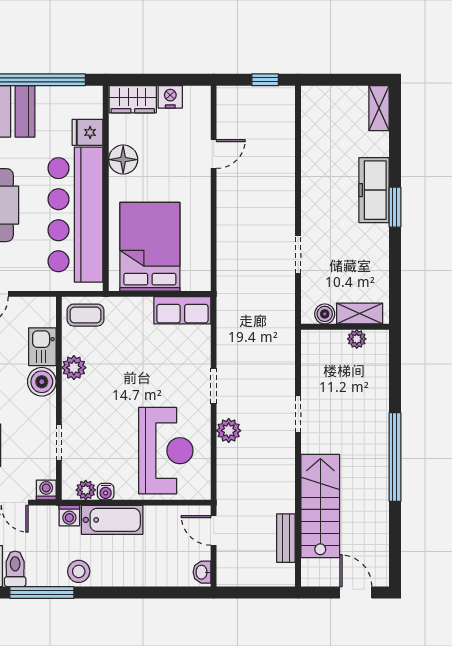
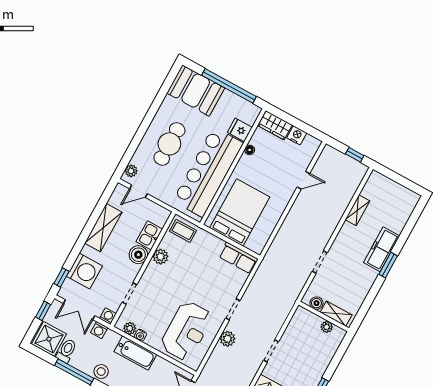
shelving: (379, 108) -> (357, 210), moved
floor lamp: (123, 160) -> (250, 150), width x0.53, depth x0.53
washing machine: (69, 516) -> (99, 330), moved

